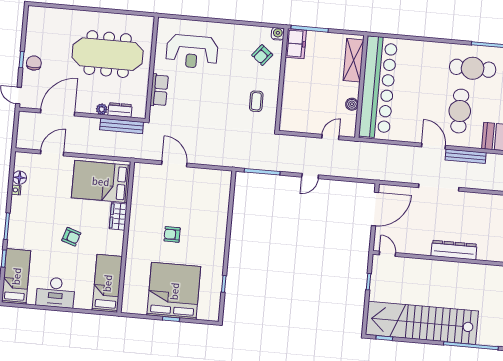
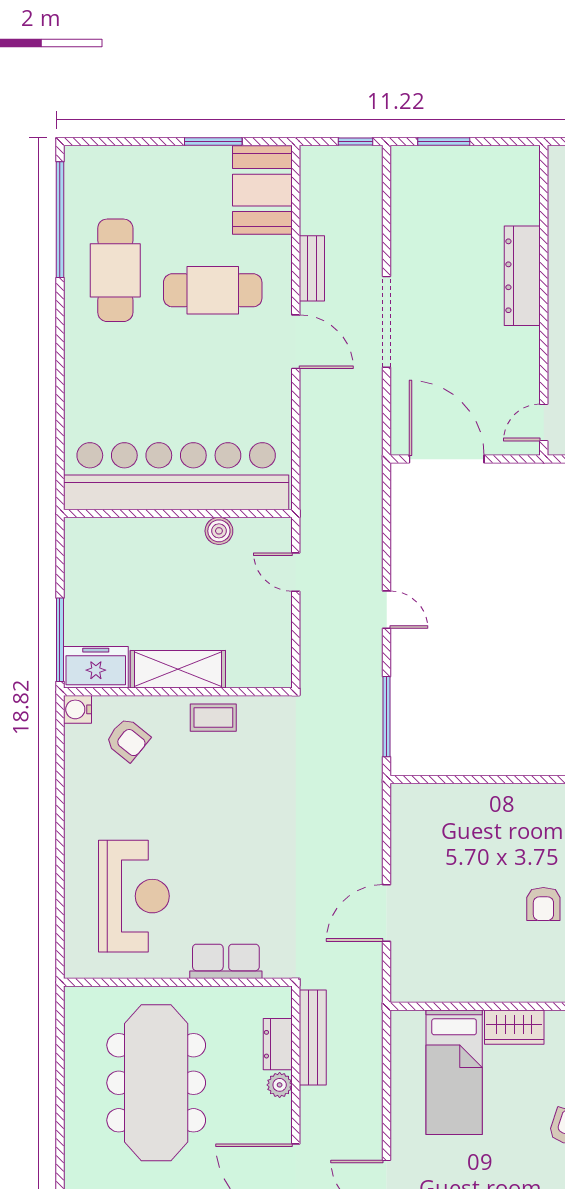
shelving: (354, 60) -> (178, 669), moved
coffee table: (256, 101) -> (213, 718), moved
door: (433, 146) -> (296, 342), swing flipped
bench: (466, 156) -> (312, 268), width x0.73
bed: (101, 181) -> (454, 1072), width x0.67

